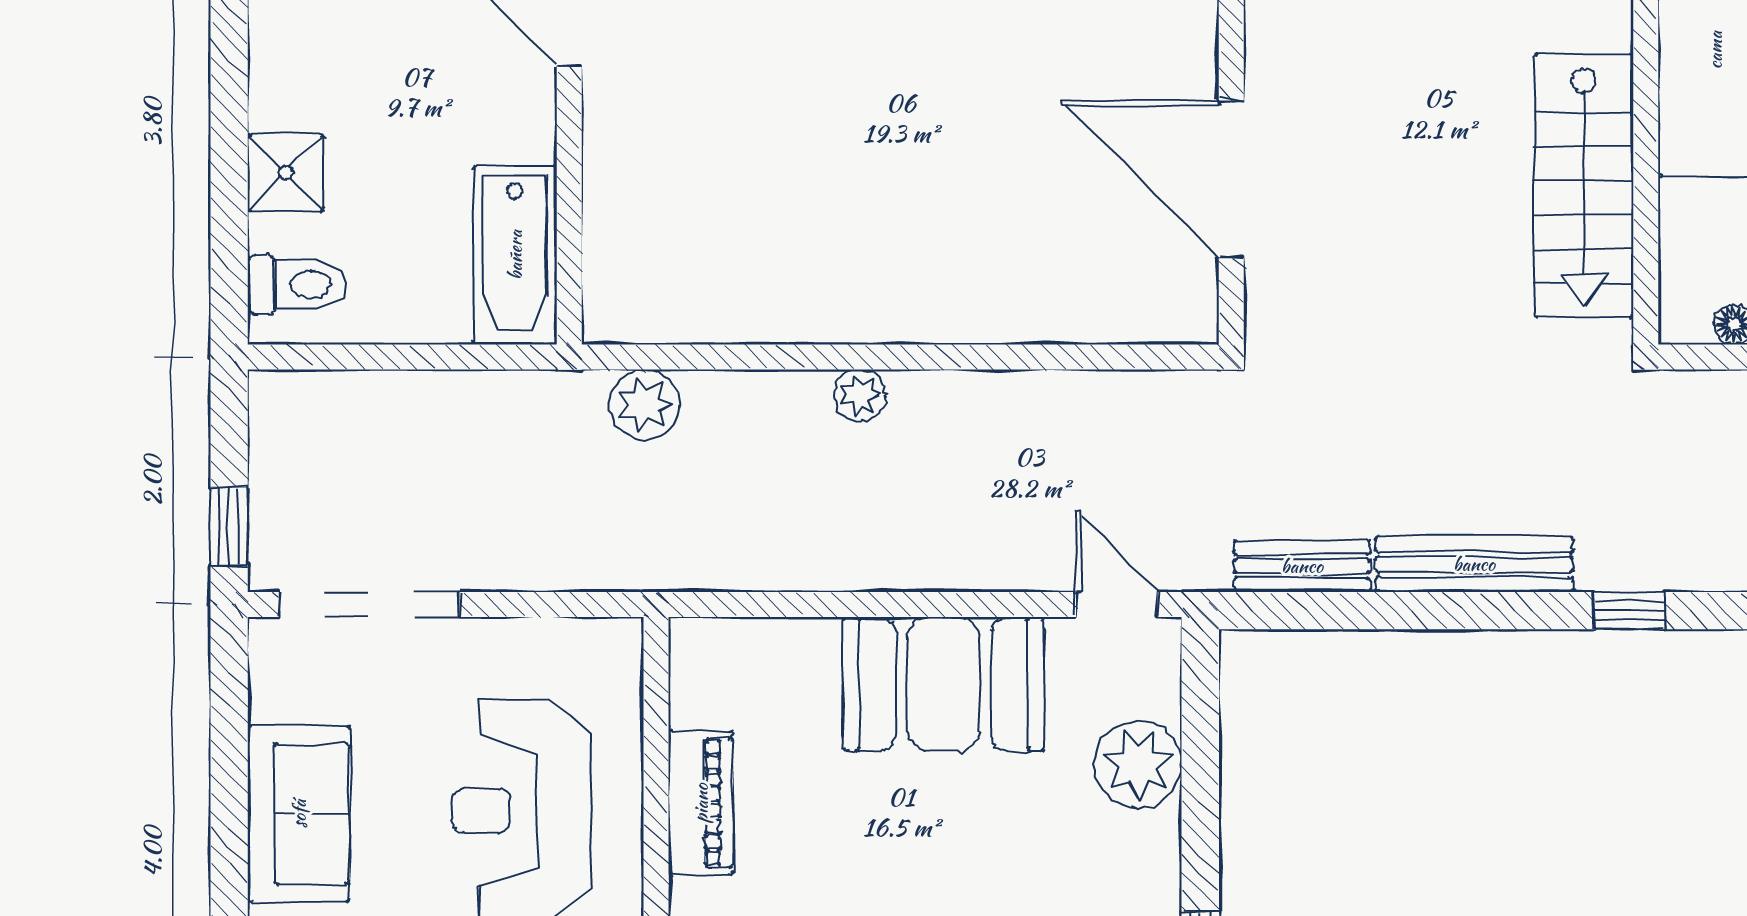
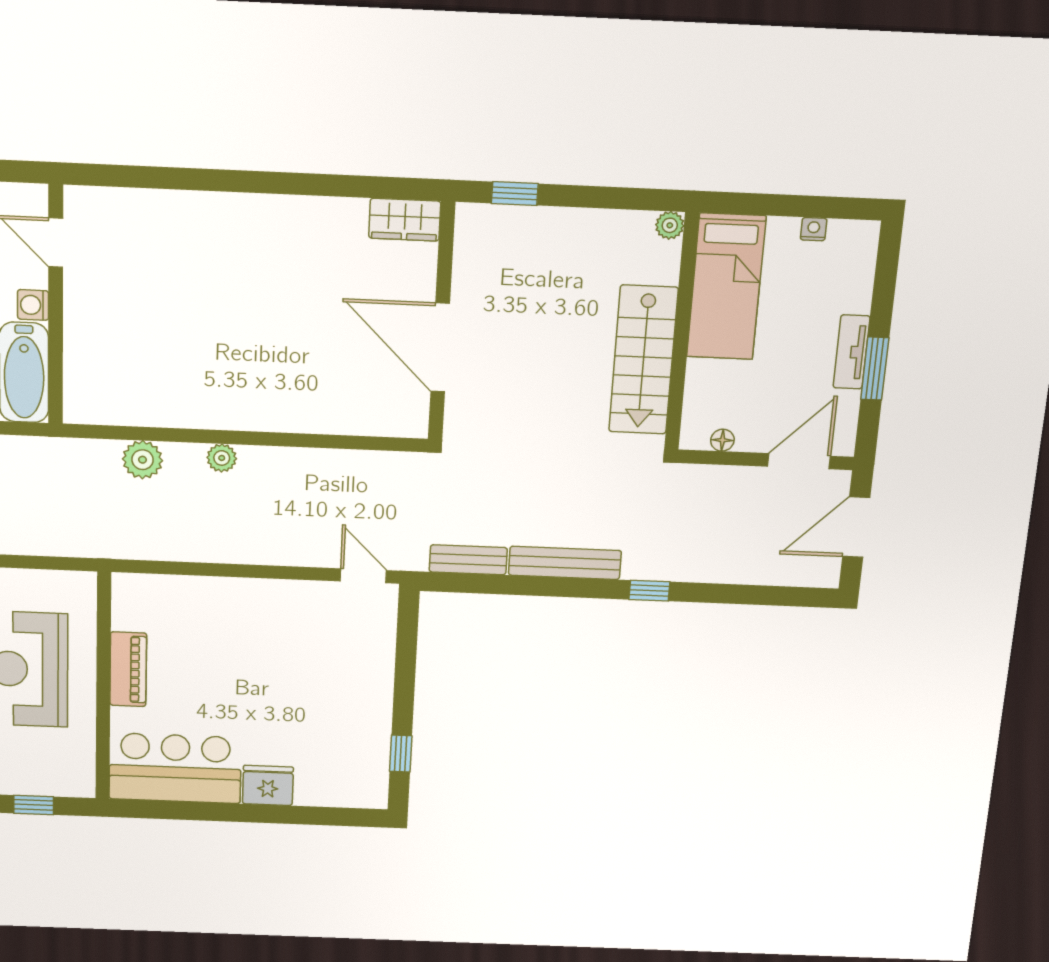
washing machine: (531, 135) -> (33, 305), added
plant: (644, 405) -> (143, 460), moved
booth: (943, 684) -> (265, 613), removed
plant: (1138, 764) -> (371, 659), removed

